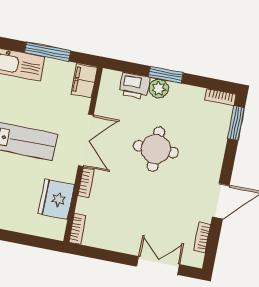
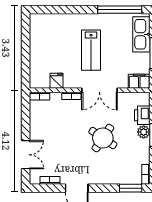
round table: (156, 149) -> (103, 138), turned 34
fridge: (56, 199) -> (56, 81), width x0.53, depth x0.75

